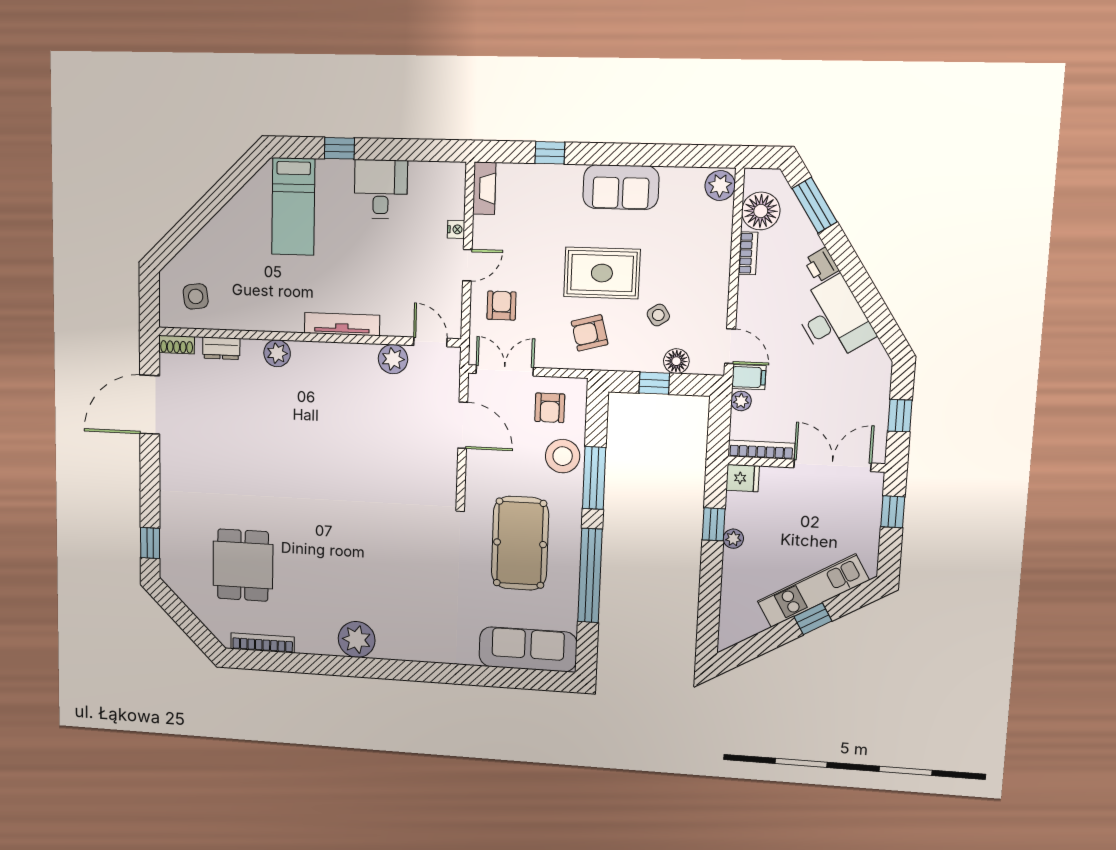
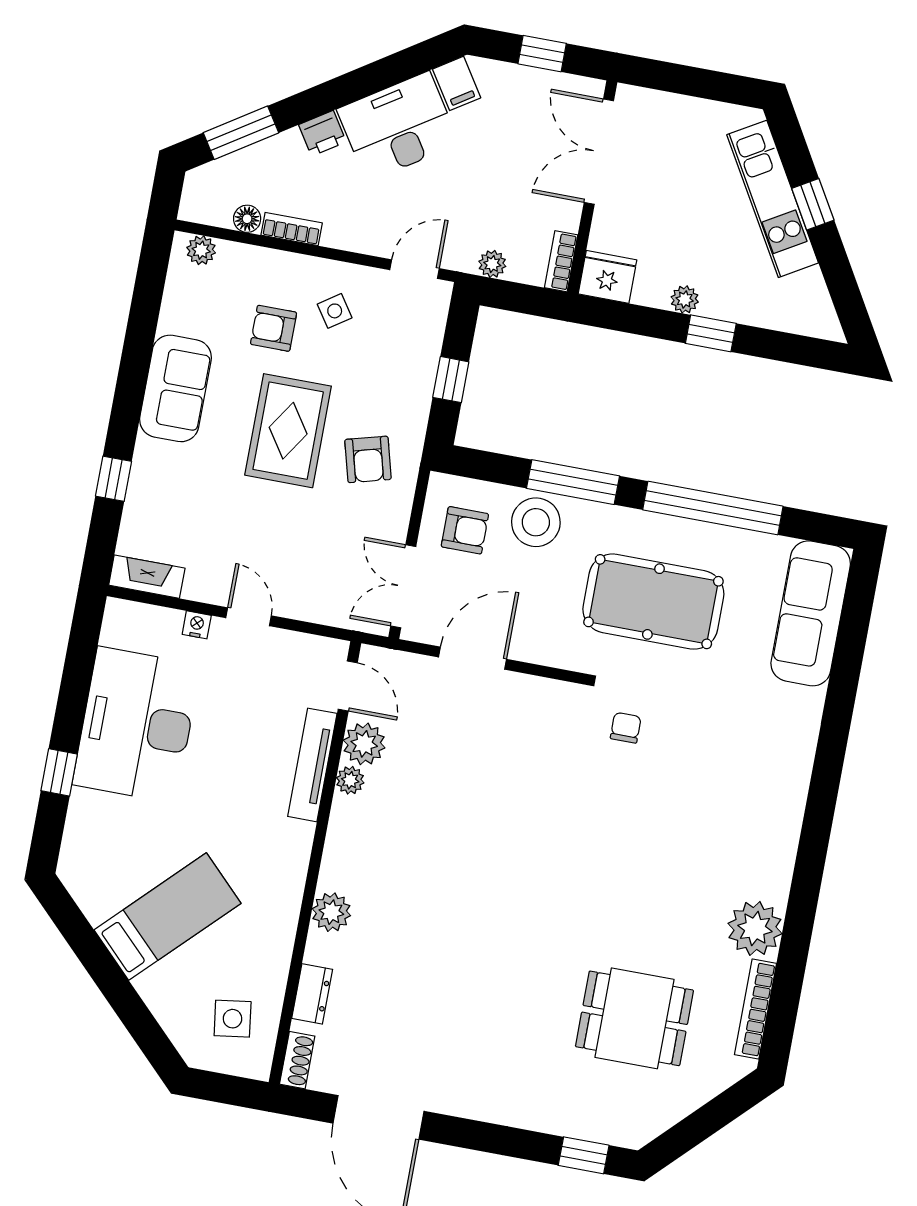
plant: (720, 185) -> (201, 250), width x0.73, depth x0.73
desk: (381, 189) -> (137, 725), width x1.87, depth x1.30
bed: (293, 207) -> (168, 917), moved, turned -45
floor lamp: (761, 211) -> (247, 219), width x0.53, depth x0.53
armchair: (501, 306) -> (274, 328), moved
side table: (658, 315) -> (335, 311), moved
tv unit: (342, 324) -> (312, 765), moved
door: (430, 342) -> (348, 686), swing flipped
plant: (367, 353) -> (350, 780), added
floor lamp: (676, 361) -> (425, 345), removed
filing cabinet: (749, 377) -> (457, 83), moved, turned 147
bookcase: (761, 450) -> (561, 261), width x0.64
fridge: (743, 478) -> (608, 277), width x1.38
window: (893, 512) -> (674, 78), removed
window: (714, 524) -> (711, 333), moved
chair: (432, 535) -> (626, 728), added
plant: (357, 639) -> (755, 928), moved

